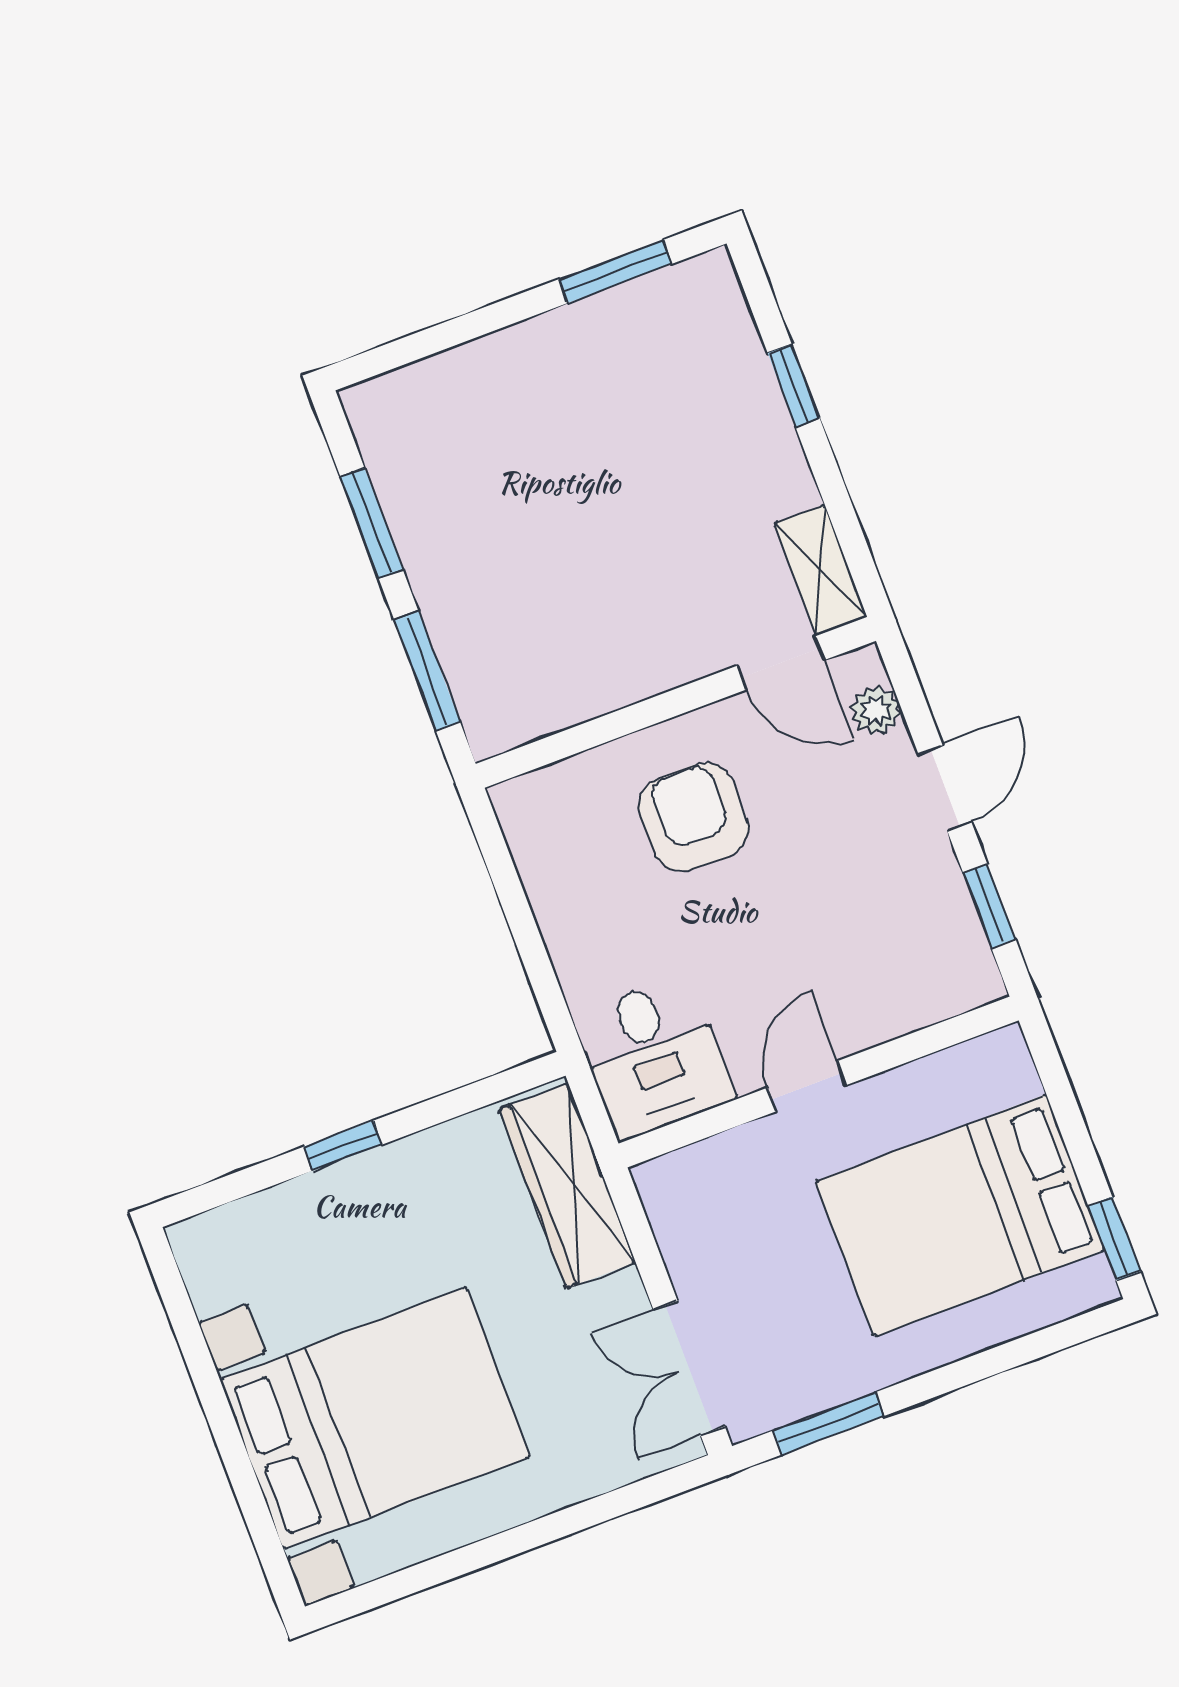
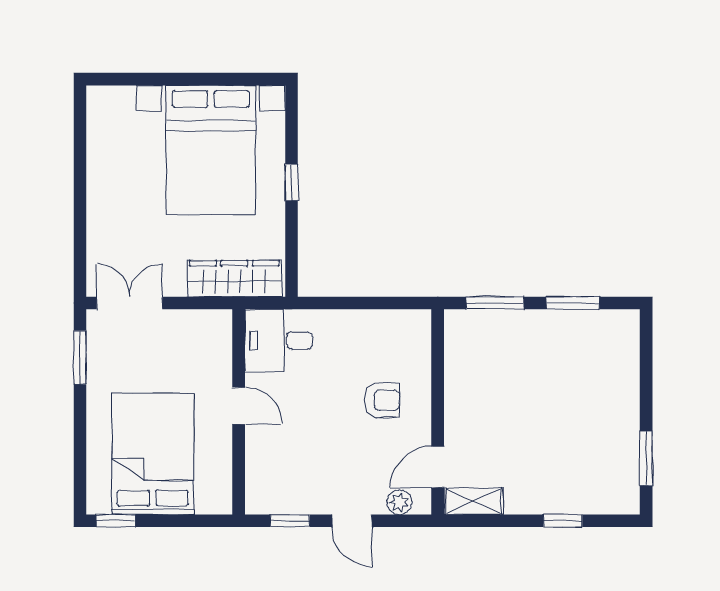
armchair: (693, 817) -> (382, 400), width x0.72, depth x0.72
bed with nightstands: (375, 1418) -> (211, 150), moved

